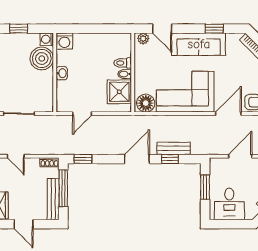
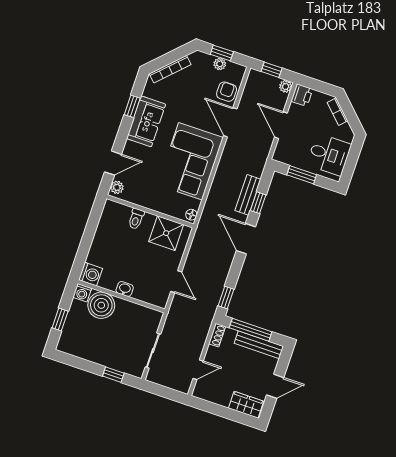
sofa: (199, 44) -> (146, 121), width x0.73
bidet: (125, 74) -> (149, 221), removed
floor lamp: (146, 103) -> (191, 215), width x0.53, depth x0.53

